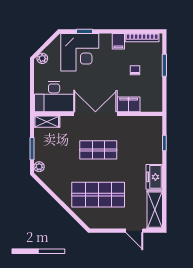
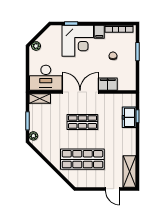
corner desk: (80, 52) -> (78, 41), moved
freezer: (154, 177) -> (129, 117), moved

